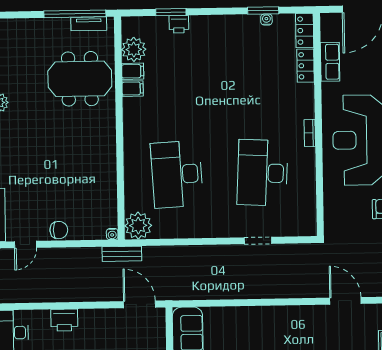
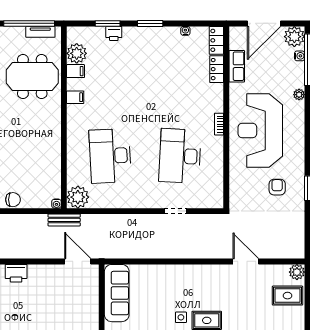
window: (263, 11) -> (150, 23), moved
filing cabinet: (133, 89) -> (75, 97), moved

